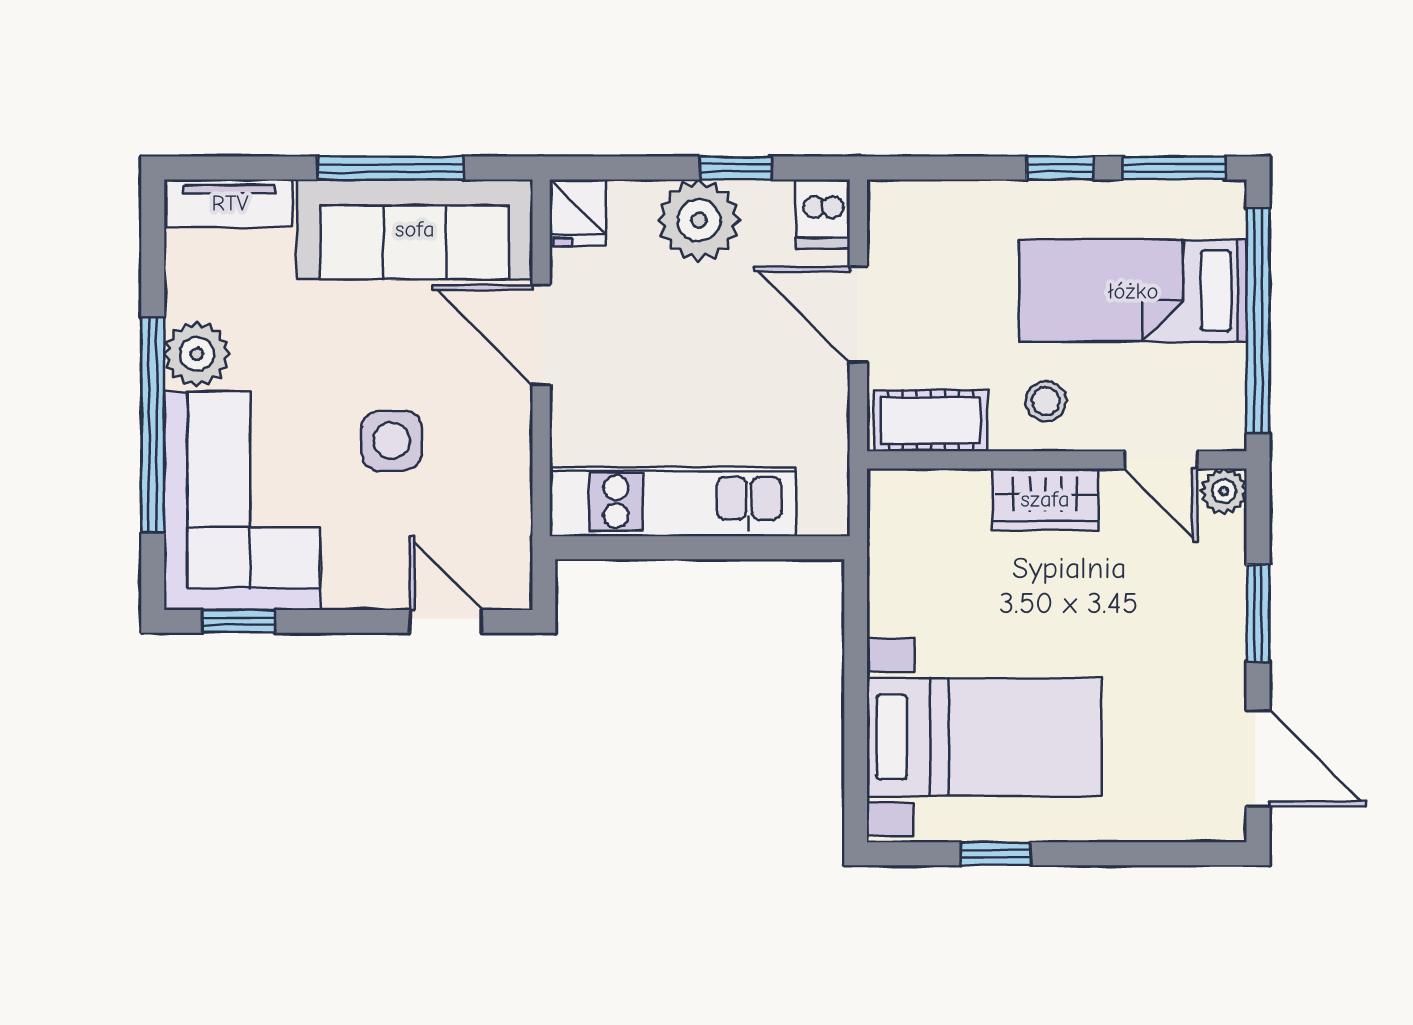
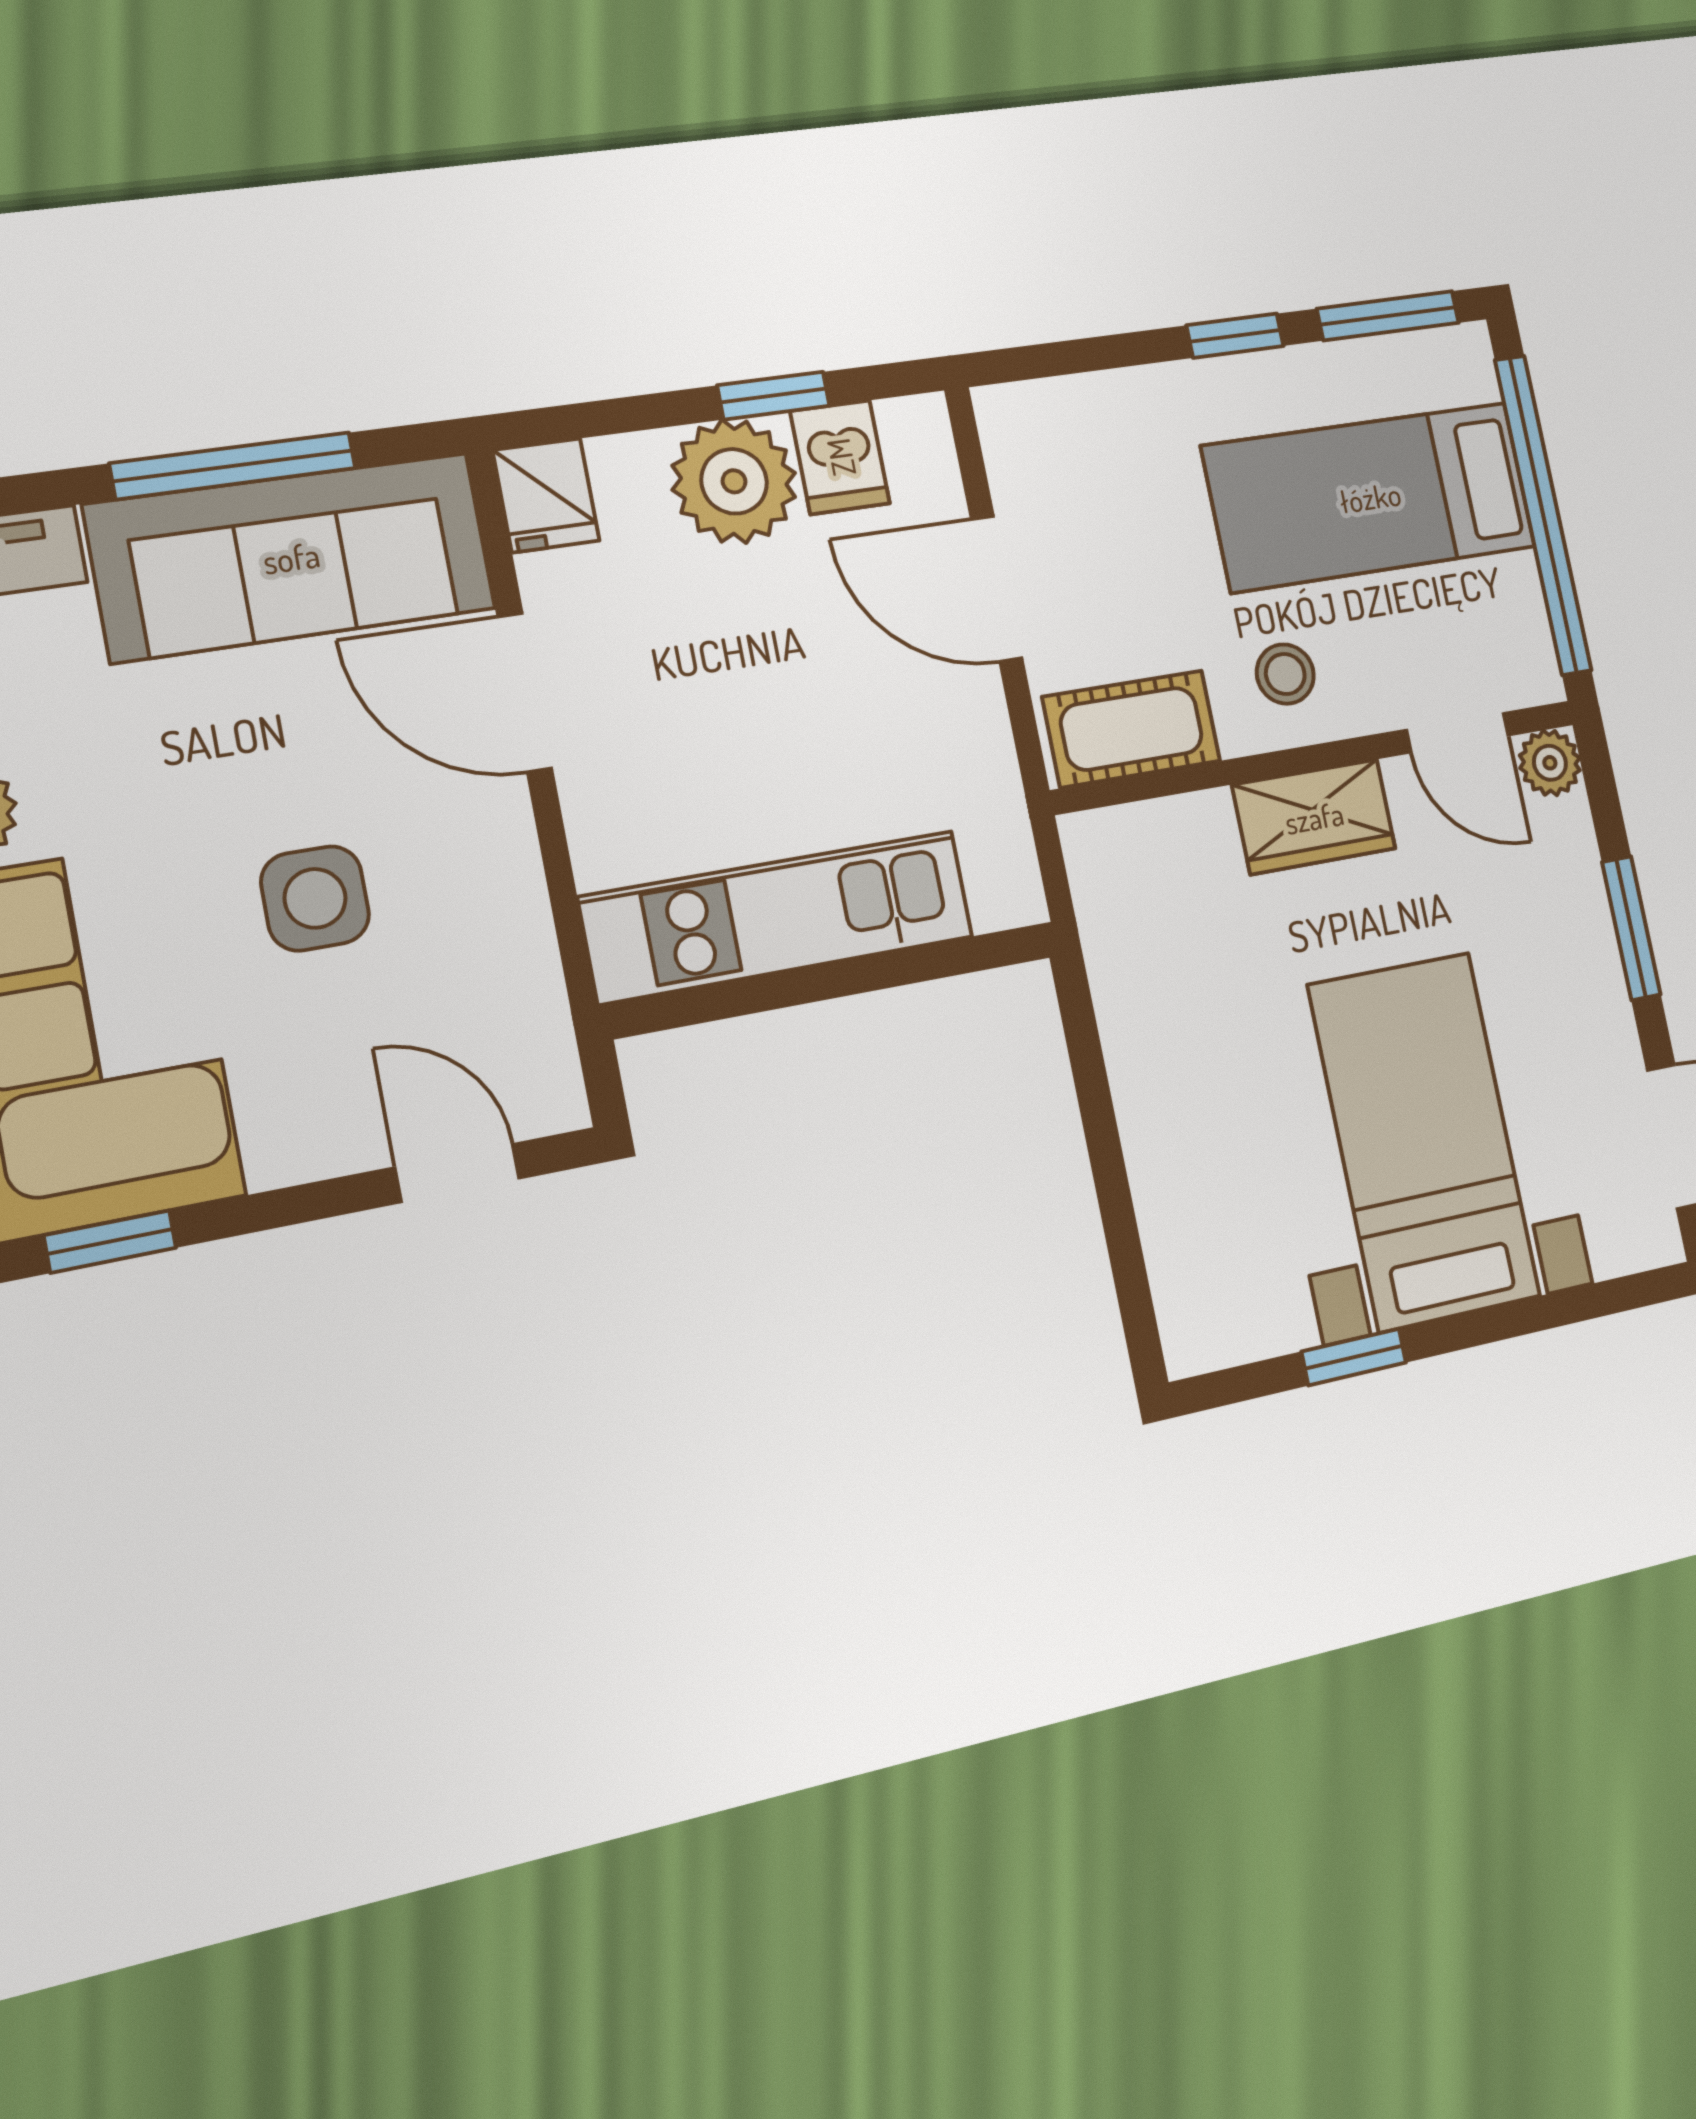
dishwasher: (823, 214) -> (840, 457), moved
bed with nightstands: (984, 737) -> (1424, 1141), moved, turned -90

